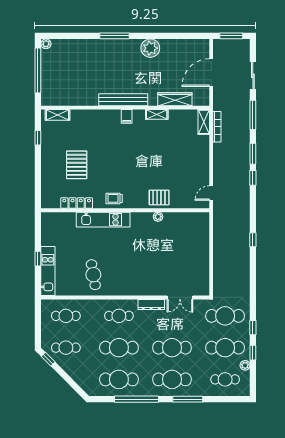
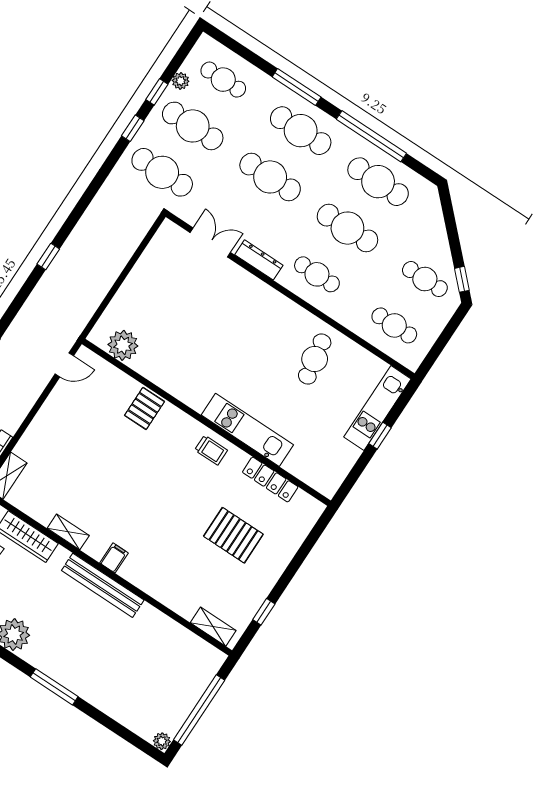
pallet: (77, 165) -> (233, 535), turned 90
pallet: (159, 197) -> (145, 408), turned 90
plant: (158, 217) -> (123, 345), moved, width x1.87, depth x1.87

